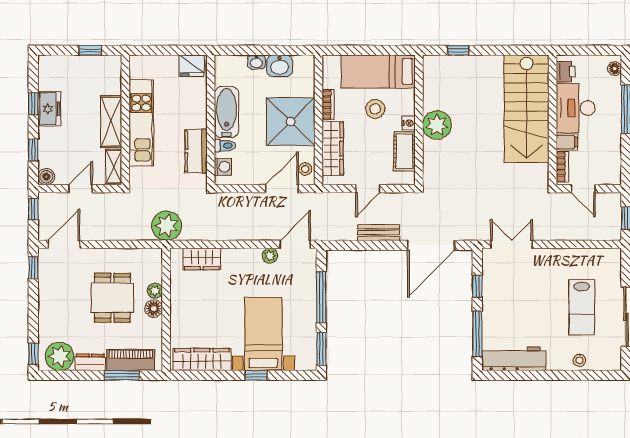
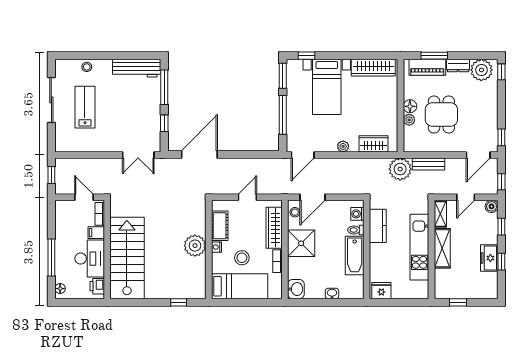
washbasin: (280, 66) -> (296, 289), moved, turned 90
shower: (291, 122) -> (301, 243), width x0.73, depth x0.73
bench: (379, 233) -> (429, 164), moved
plant: (270, 256) -> (343, 146), moved
window: (256, 375) -> (307, 56), moved

